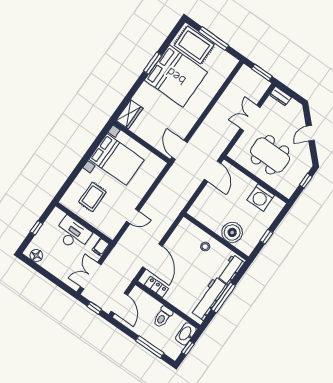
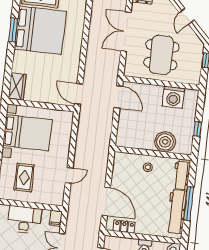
double door: (250, 118) -> (126, 32), width x1.37
dining table: (270, 155) -> (161, 55), turned 90

